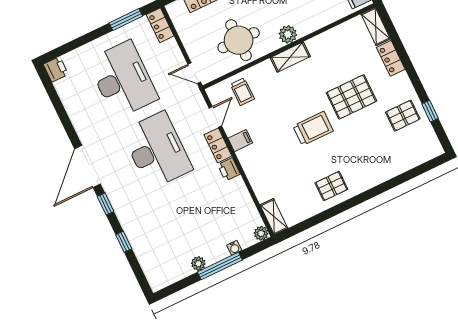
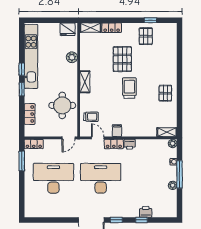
plant: (288, 34) -> (72, 57), moved
printer: (56, 69) -> (146, 212), moved

